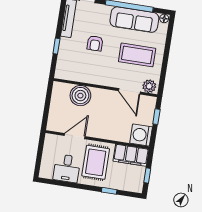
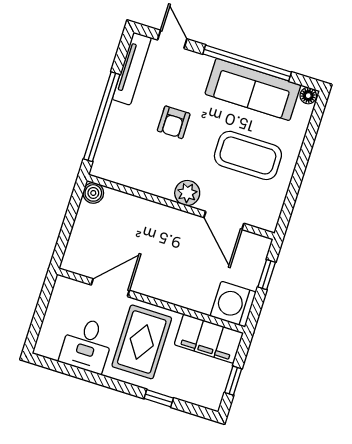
window: (56, 46) -> (102, 117), width x3.17
plant: (149, 86) -> (187, 193), moved
boiler: (80, 96) -> (93, 193), moved, width x0.54, depth x0.54

